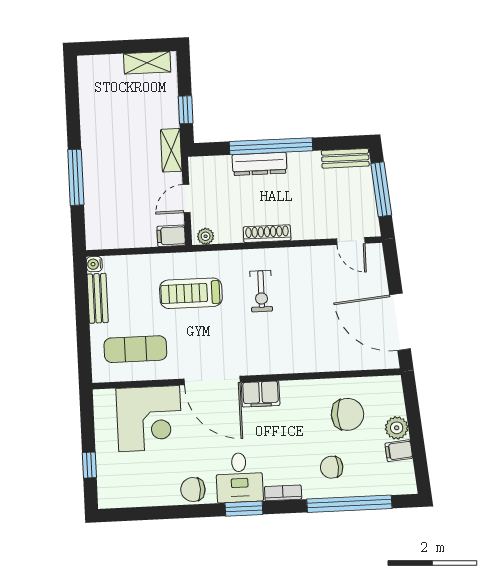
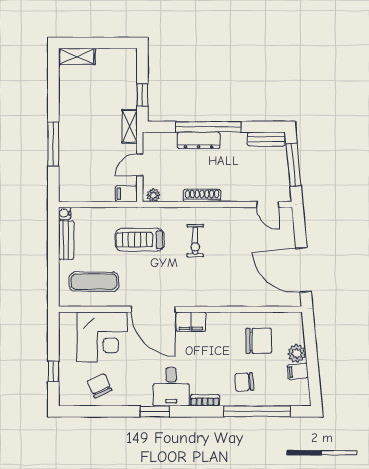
shelving: (147, 63) -> (77, 56), moved
chair: (193, 490) -> (100, 386), moved, turned 65
window: (244, 509) -> (155, 411), moved

